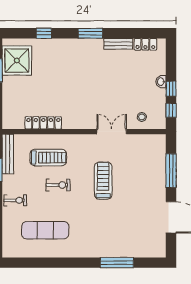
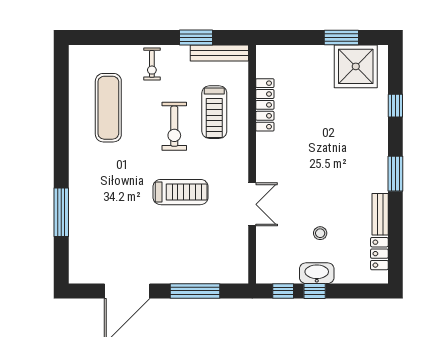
washbasin: (161, 82) -> (317, 273), width x1.91, depth x1.45
stool: (142, 117) -> (320, 233), moved
exercise bike: (58, 185) -> (174, 126), width x1.38, depth x1.39

